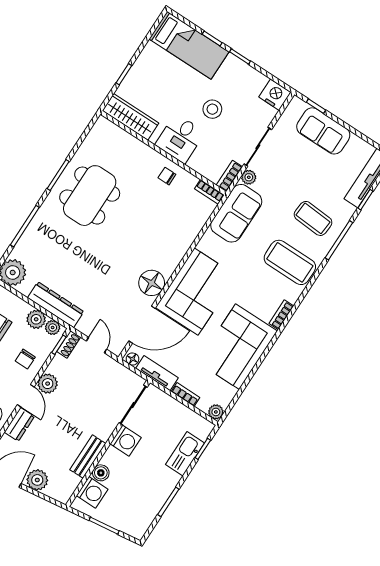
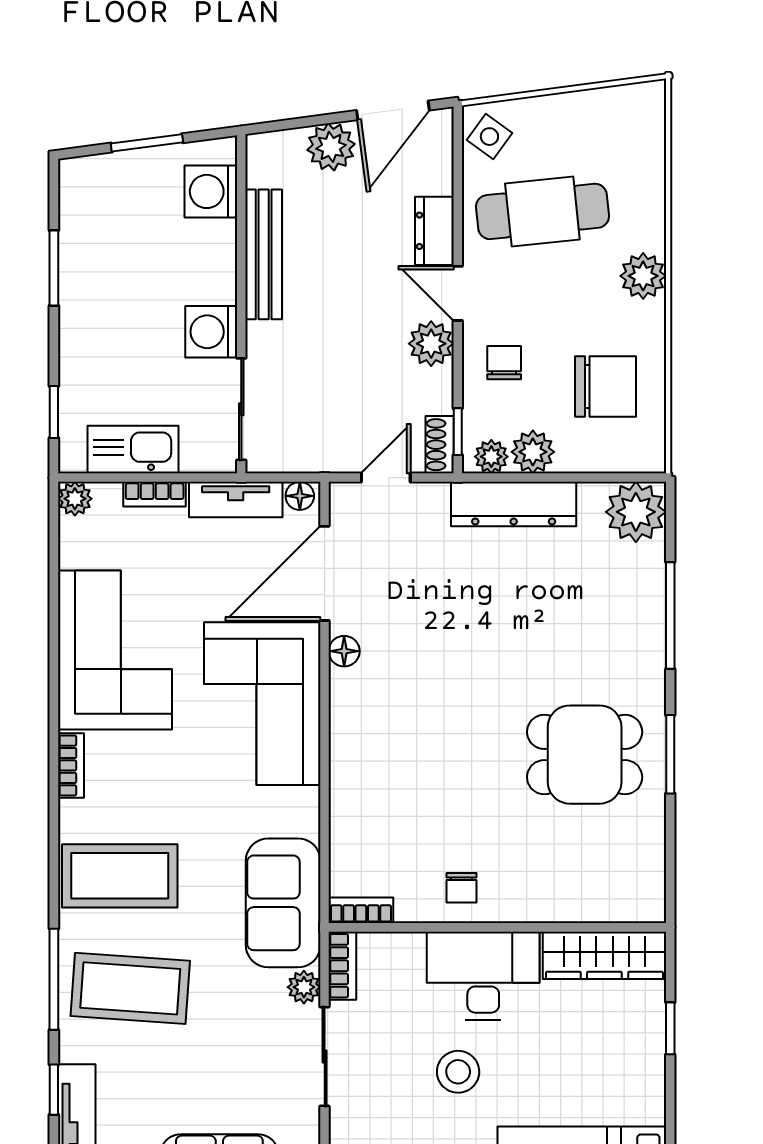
desk: (180, 138) -> (483, 976), width x1.37
chair: (167, 176) -> (461, 888), turned 90
dining table: (90, 196) -> (585, 755), width x0.73
coffee table: (313, 218) -> (130, 988), width x1.36, depth x1.32
floor lamp: (152, 283) -> (344, 651), width x0.53, depth x0.53
door: (96, 345) -> (386, 478), swing flipped
kitchen sink: (185, 454) -> (133, 450), moved, turned -90
bench: (88, 457) -> (264, 254), width x1.36
boiler: (101, 473) -> (219, 240), removed

